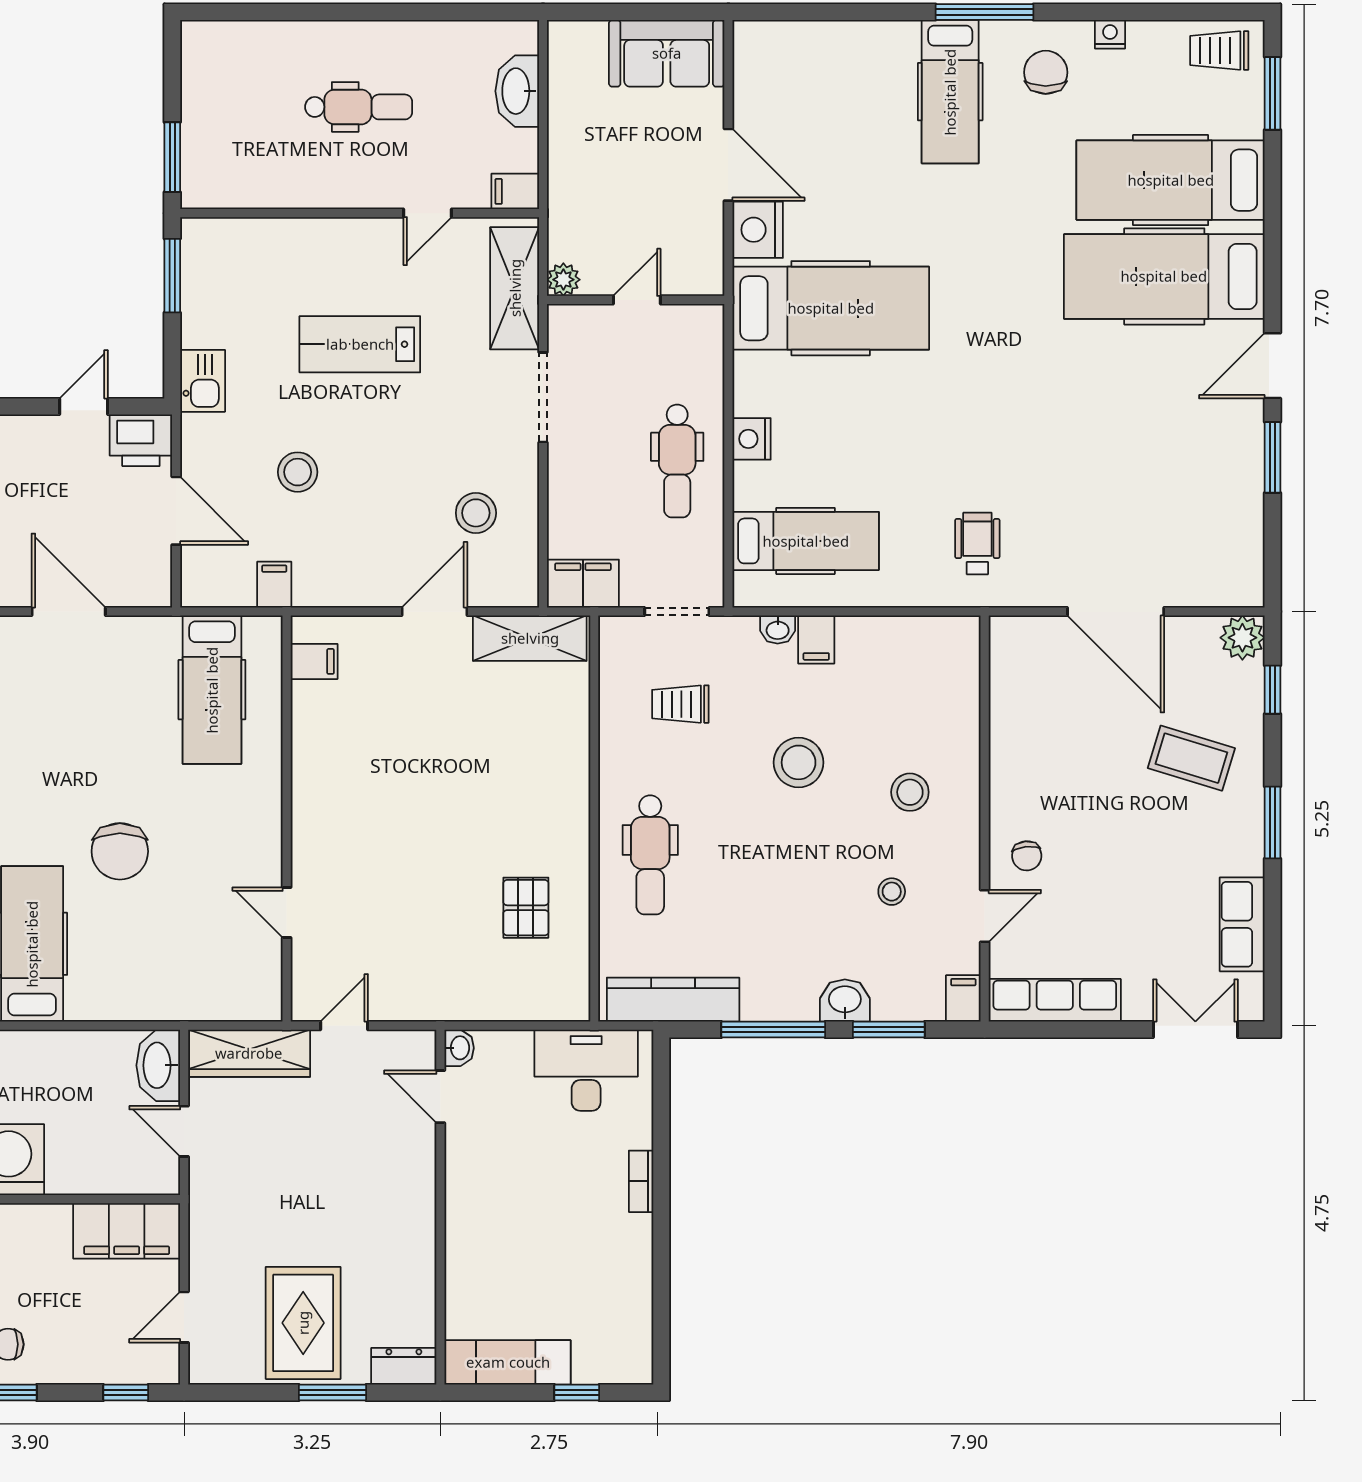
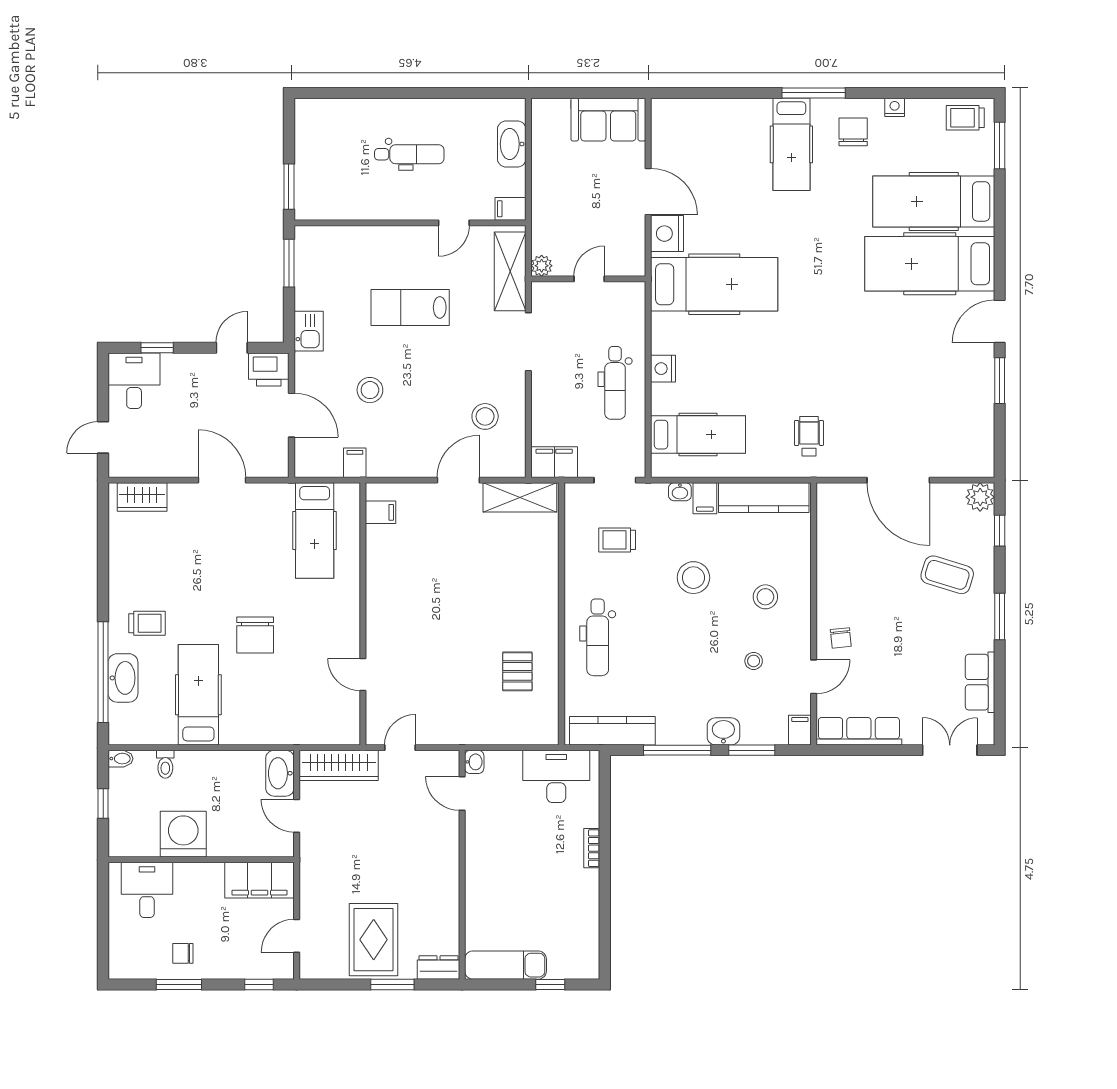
kitchen counter: (907, 639) -> (764, 498), added

